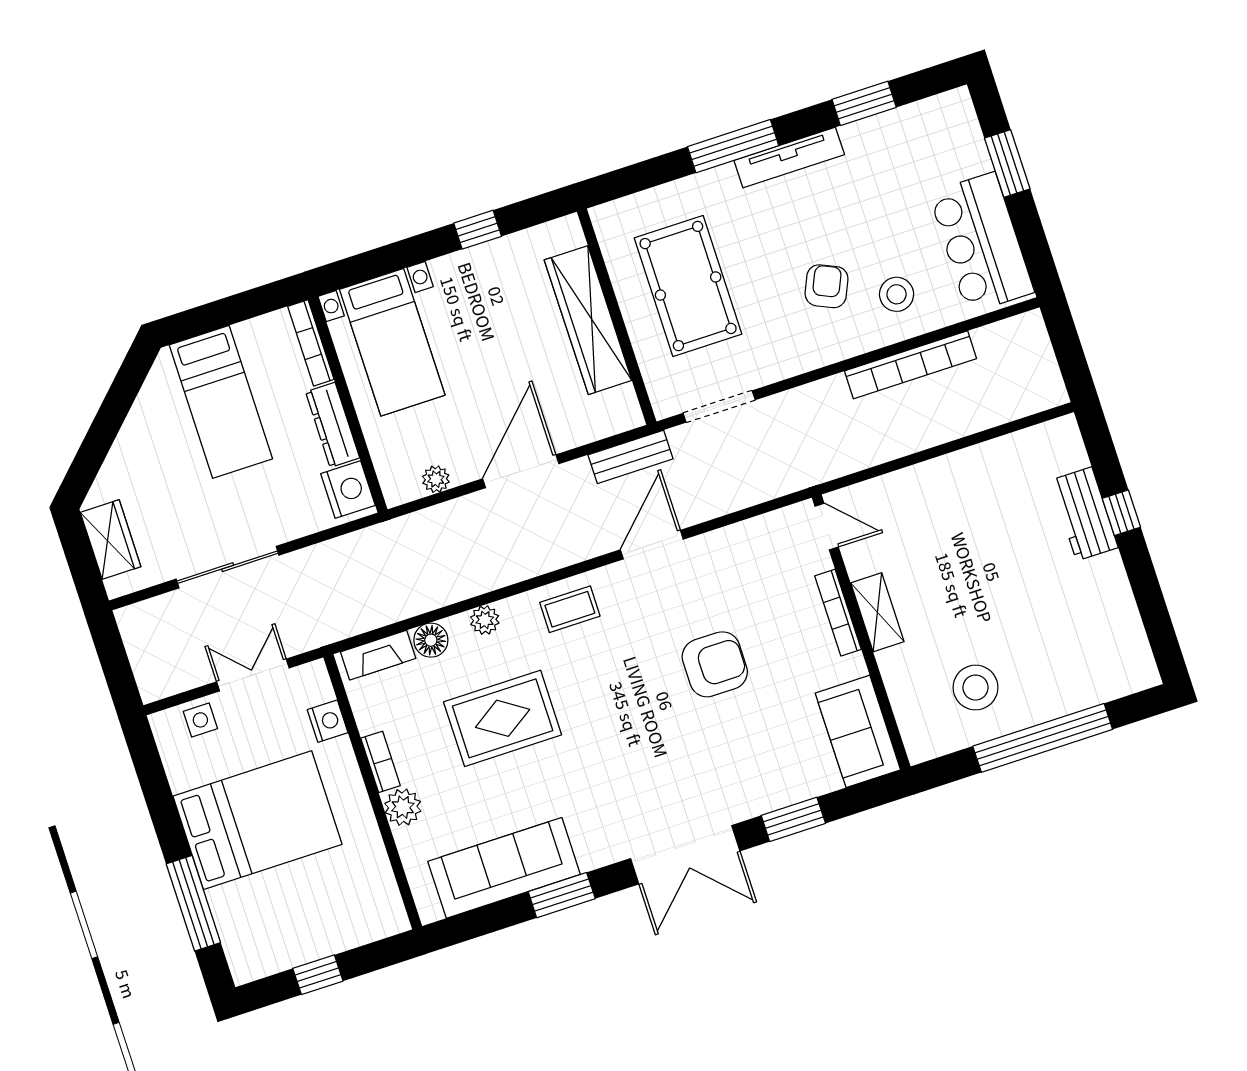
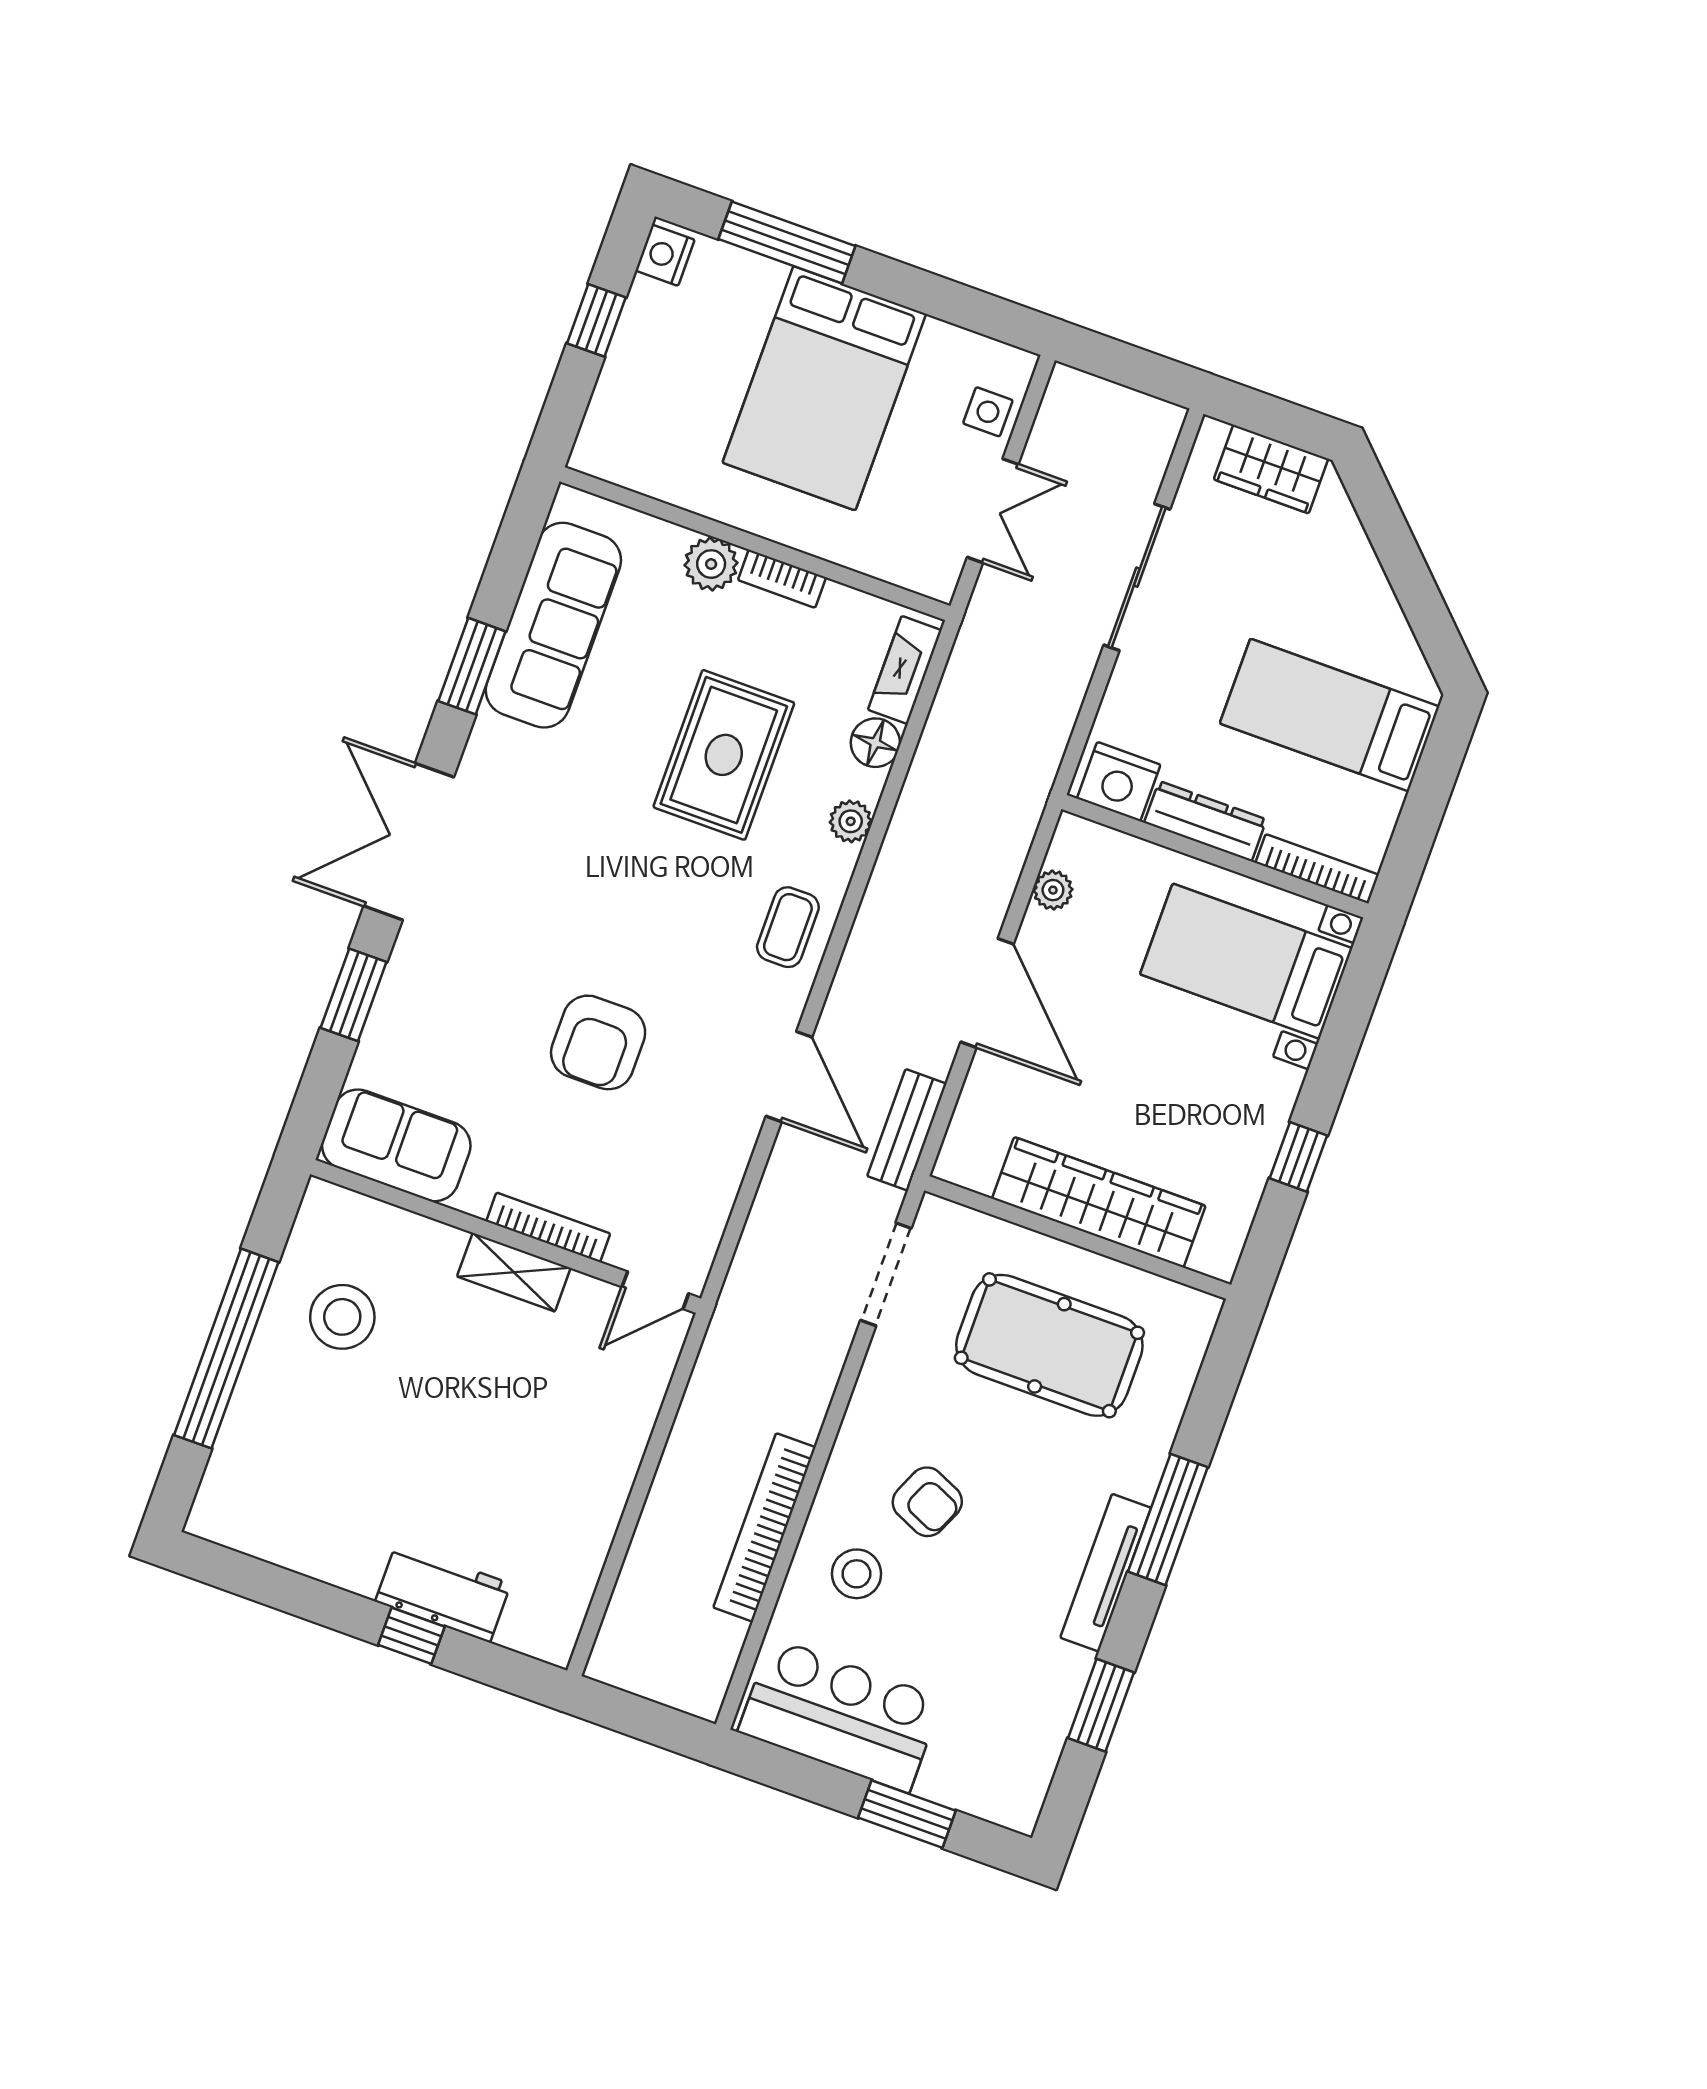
nightstand: (328, 721) -> (665, 255), moved, turned 90

